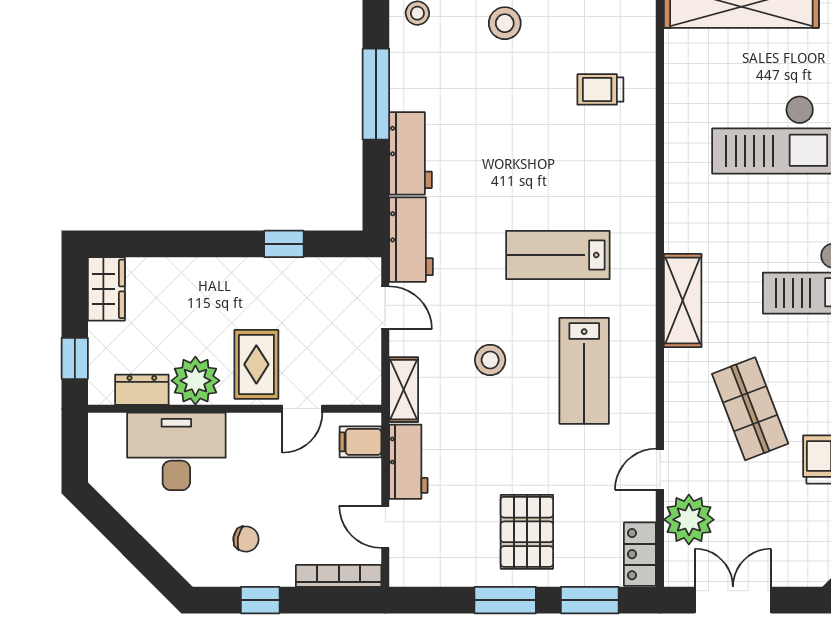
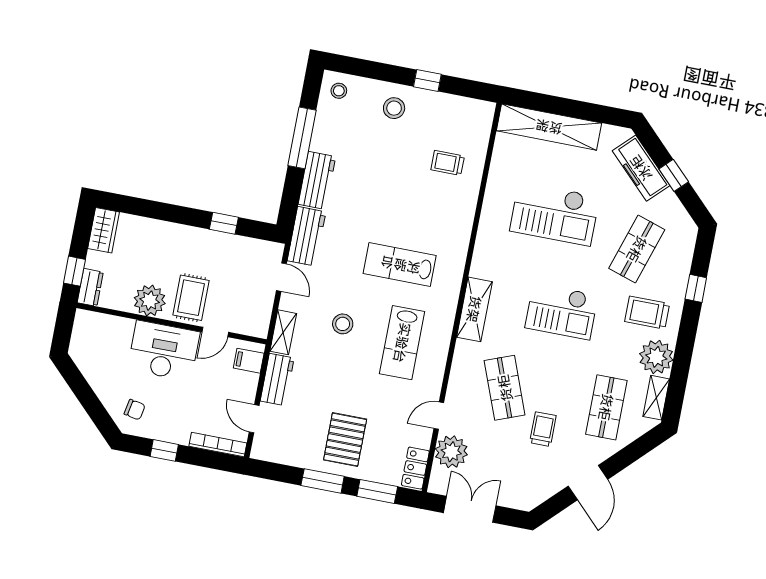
dresser: (142, 390) -> (90, 287), moved, turned 90
desk: (176, 451) -> (164, 351), moved
chair: (246, 539) -> (135, 410), moved

